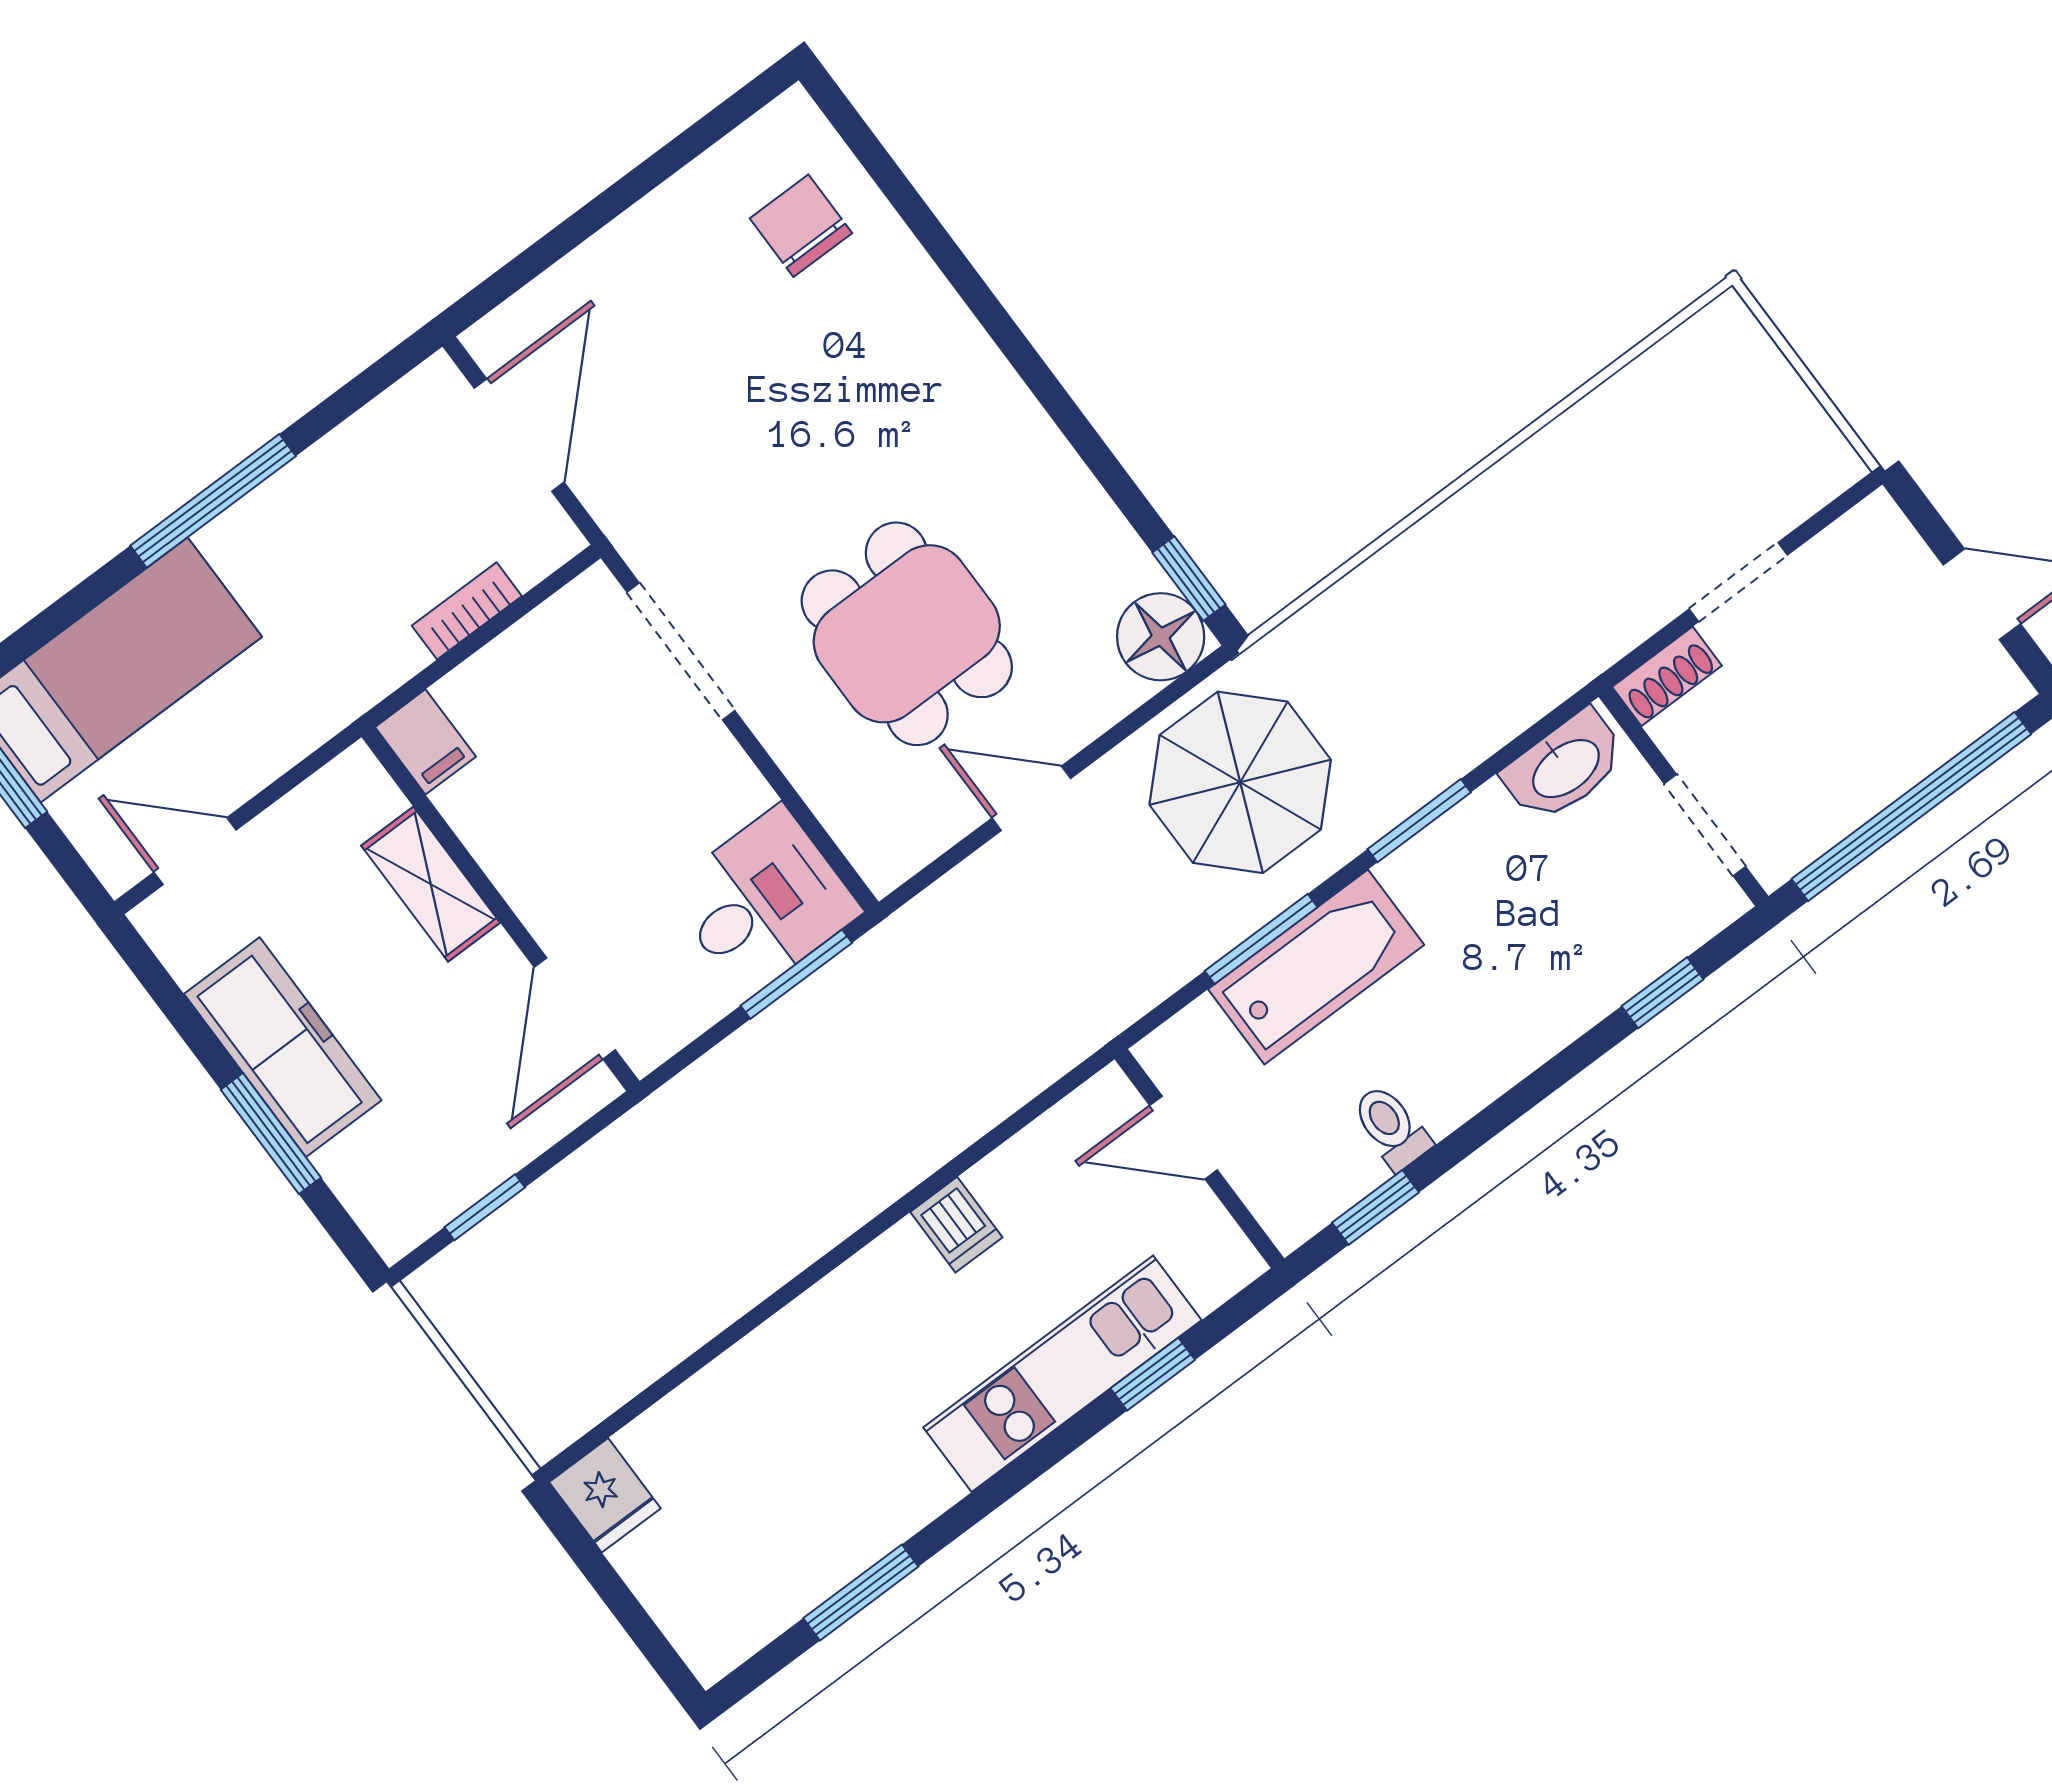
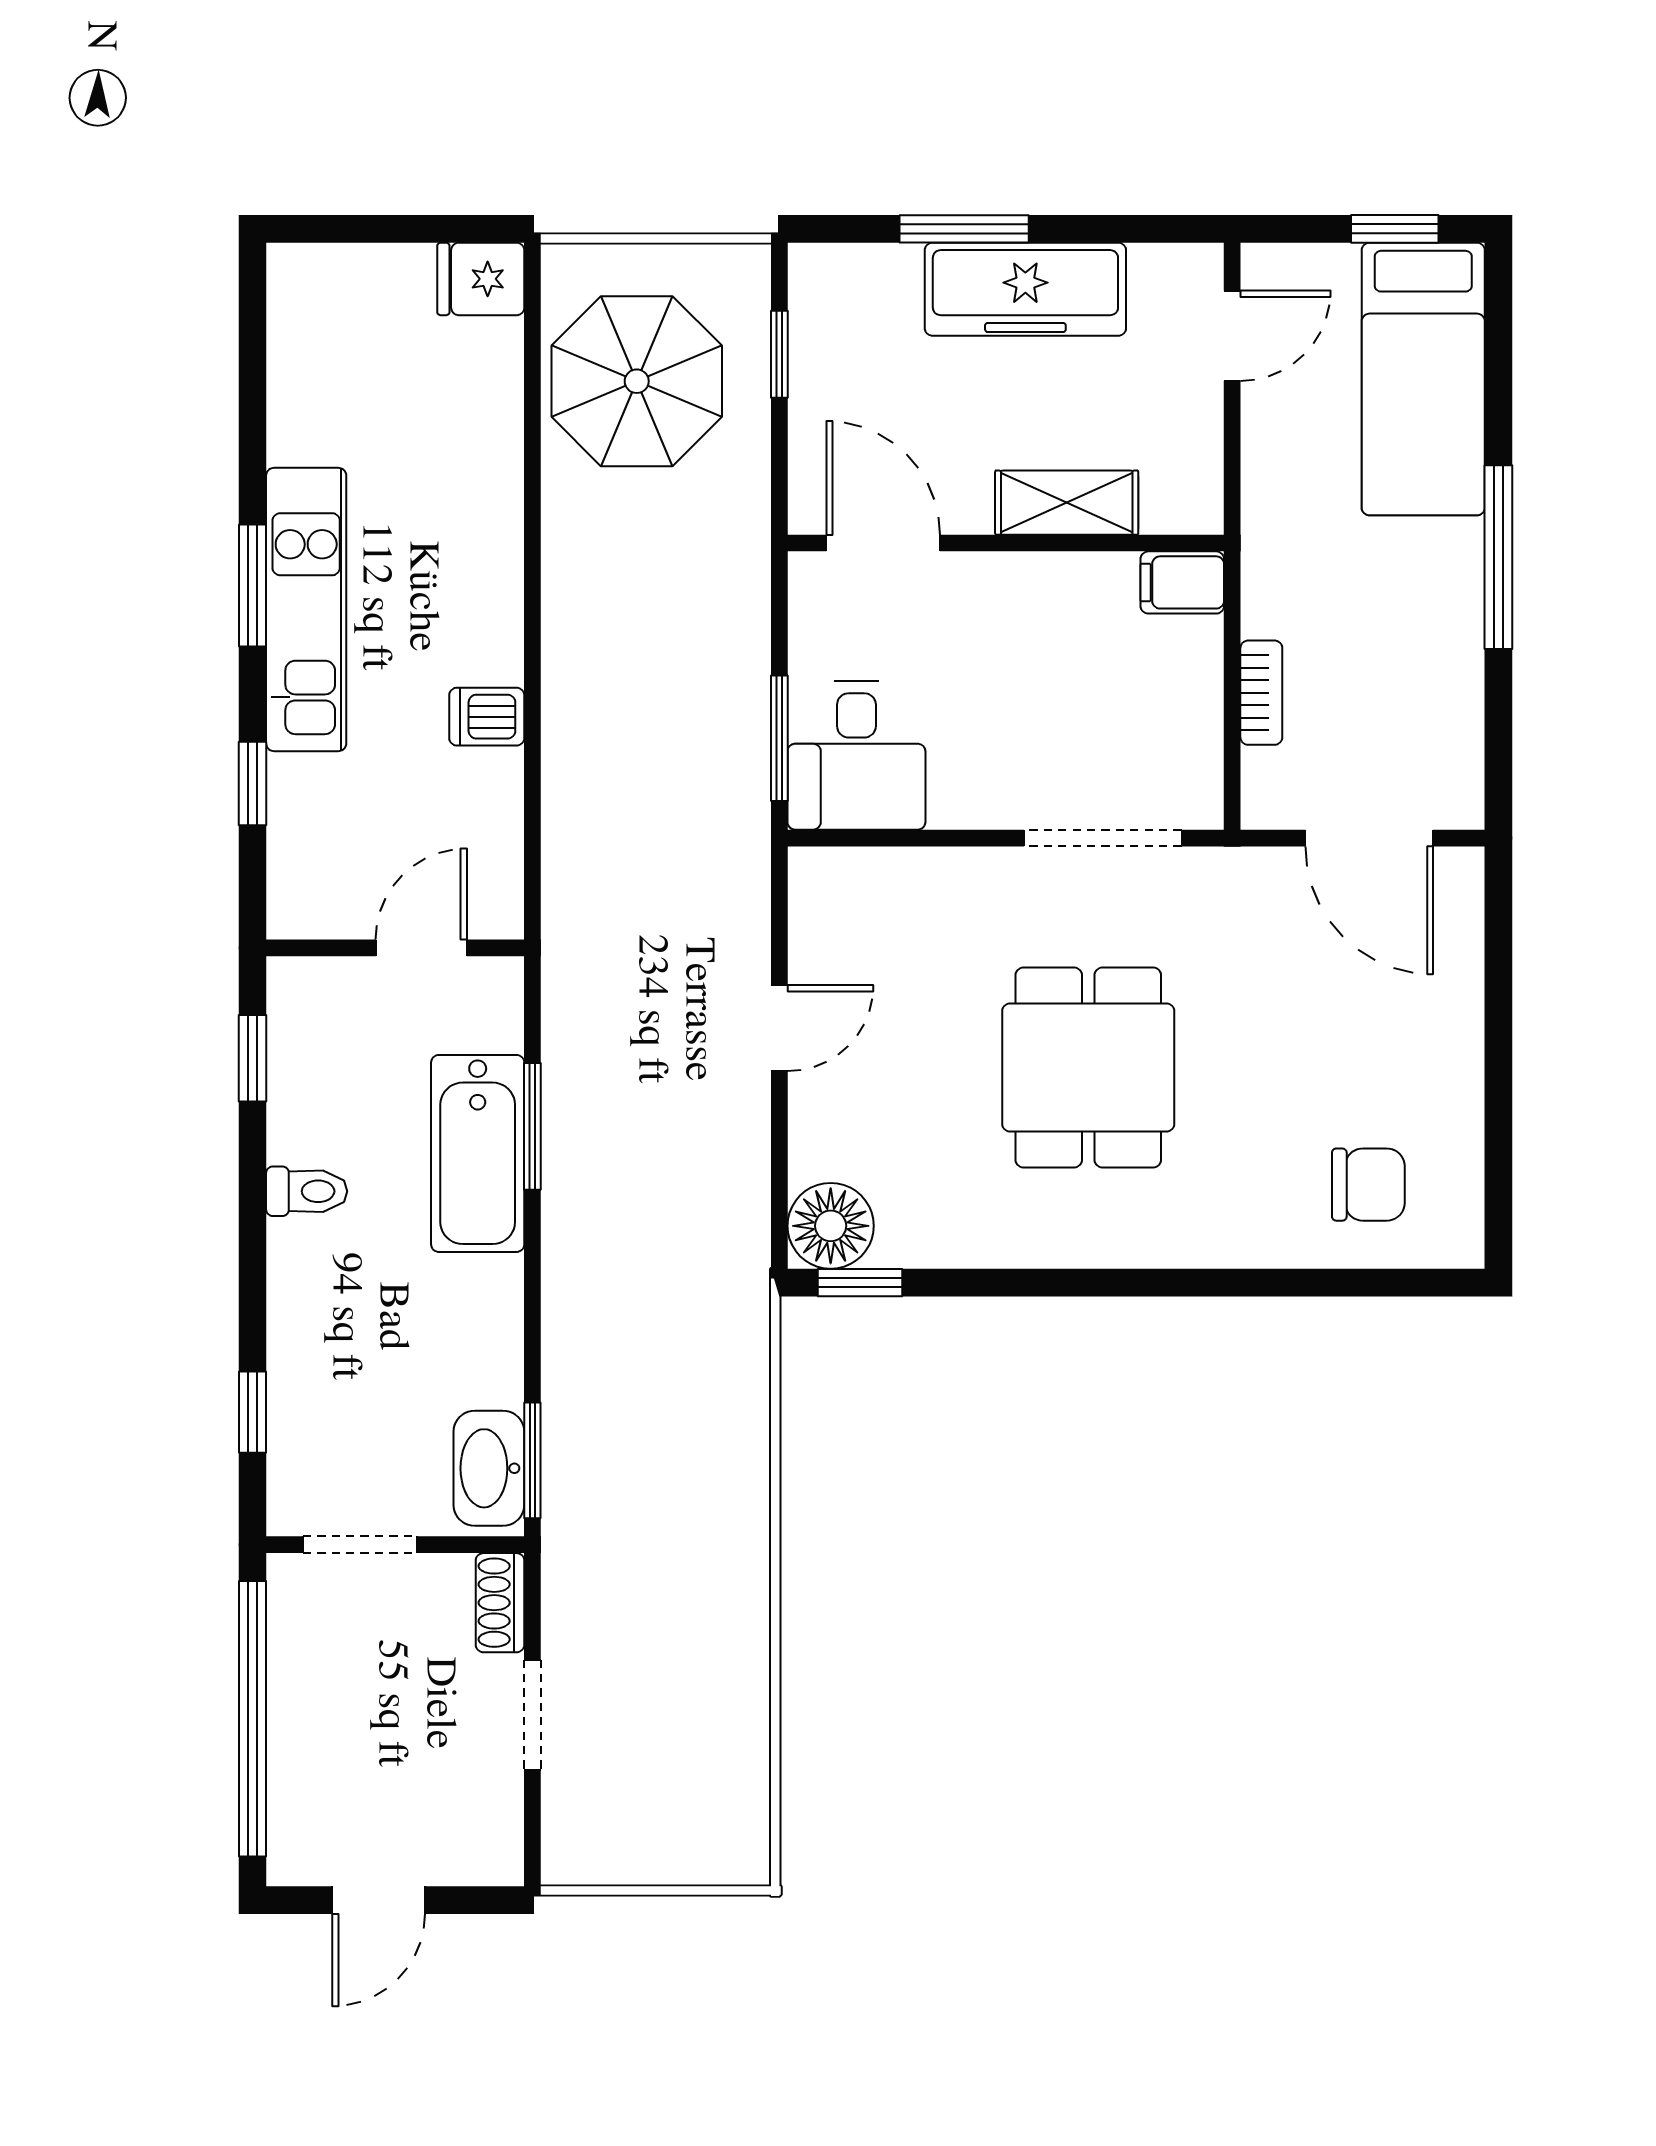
dining table: (907, 634) -> (1088, 1068), moved, turned 90
parasol: (1240, 782) -> (637, 381), moved
window: (1419, 821) -> (532, 1460), moved
toilet: (1391, 1127) -> (307, 1191), moved
kitchen unit: (1062, 1374) -> (306, 610), moved
window: (861, 1592) -> (252, 586), moved

